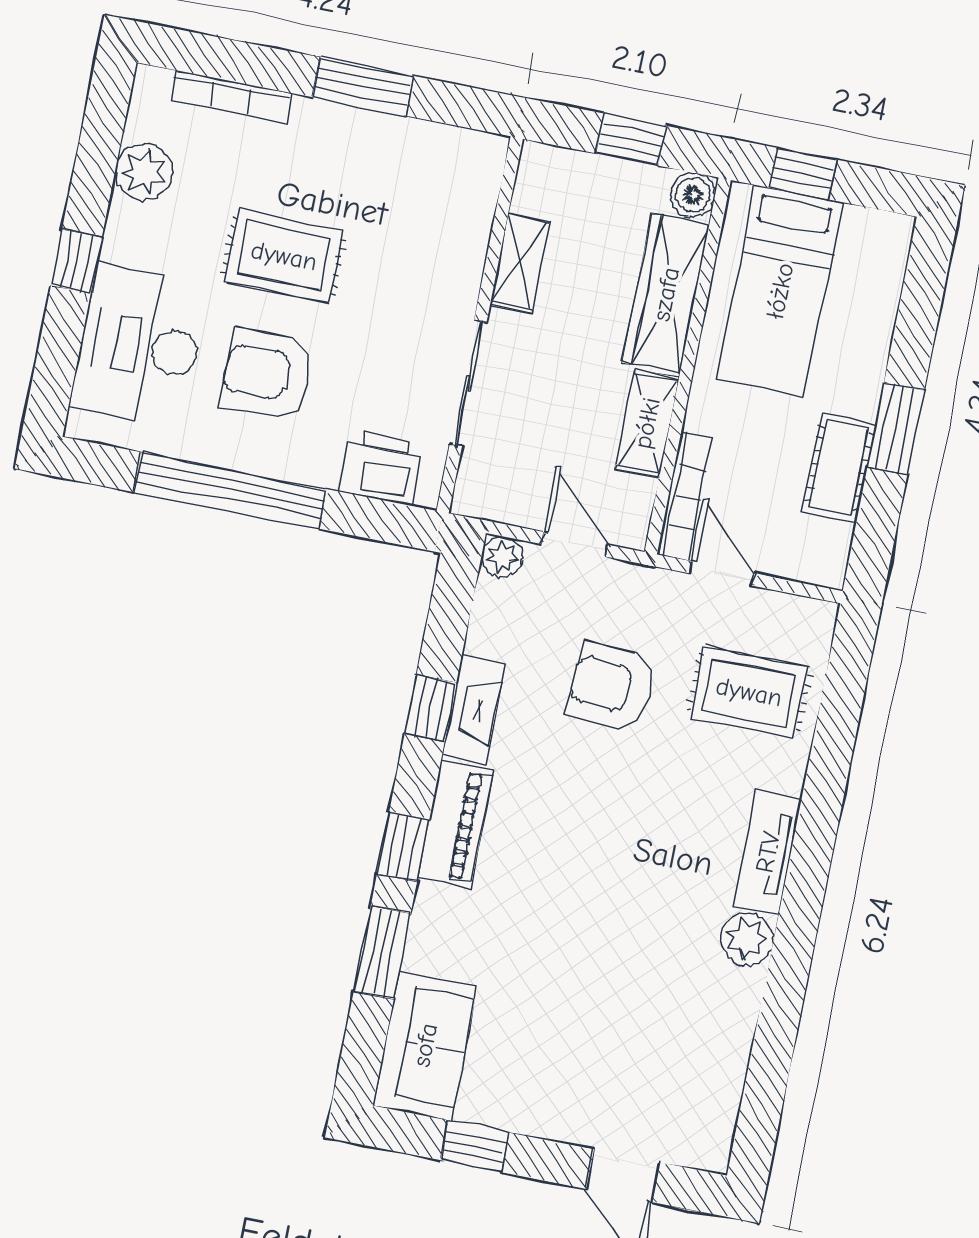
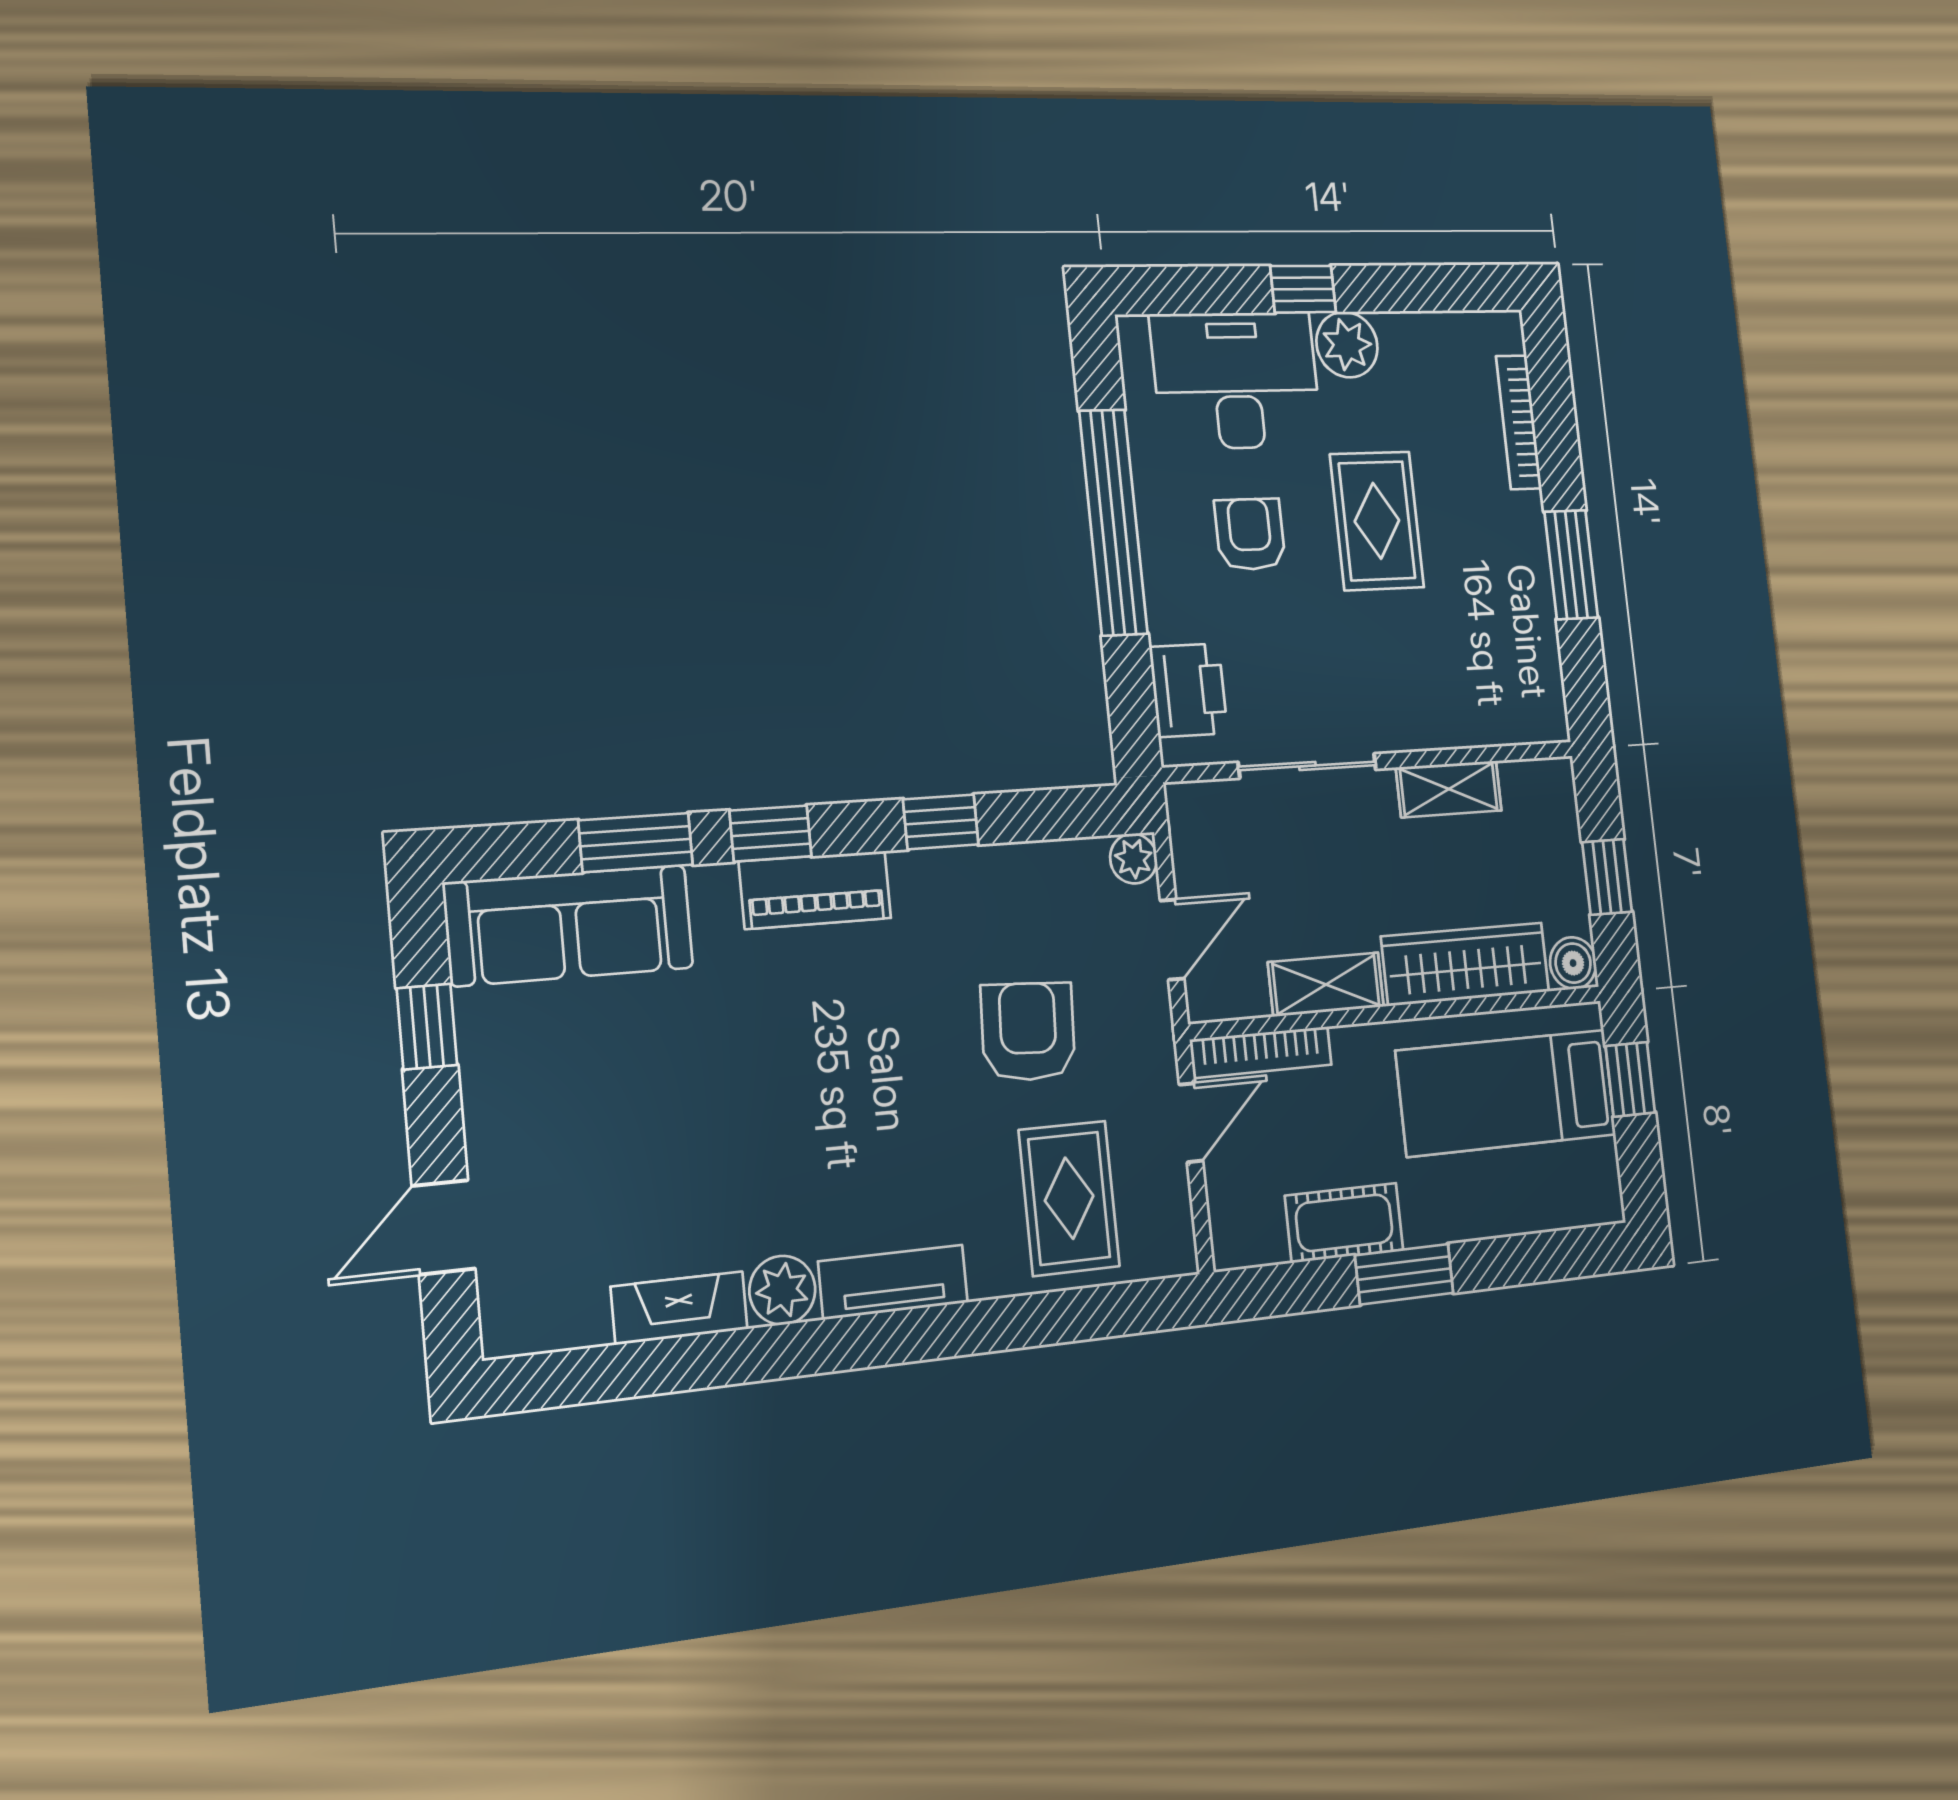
plant: (144, 172) -> (1347, 345), moved
armchair: (268, 374) -> (1250, 534), width x0.72, depth x0.72
fireplace: (473, 710) -> (679, 1308), moved, turned 180
sofa: (425, 1045) -> (569, 925), width x1.36

